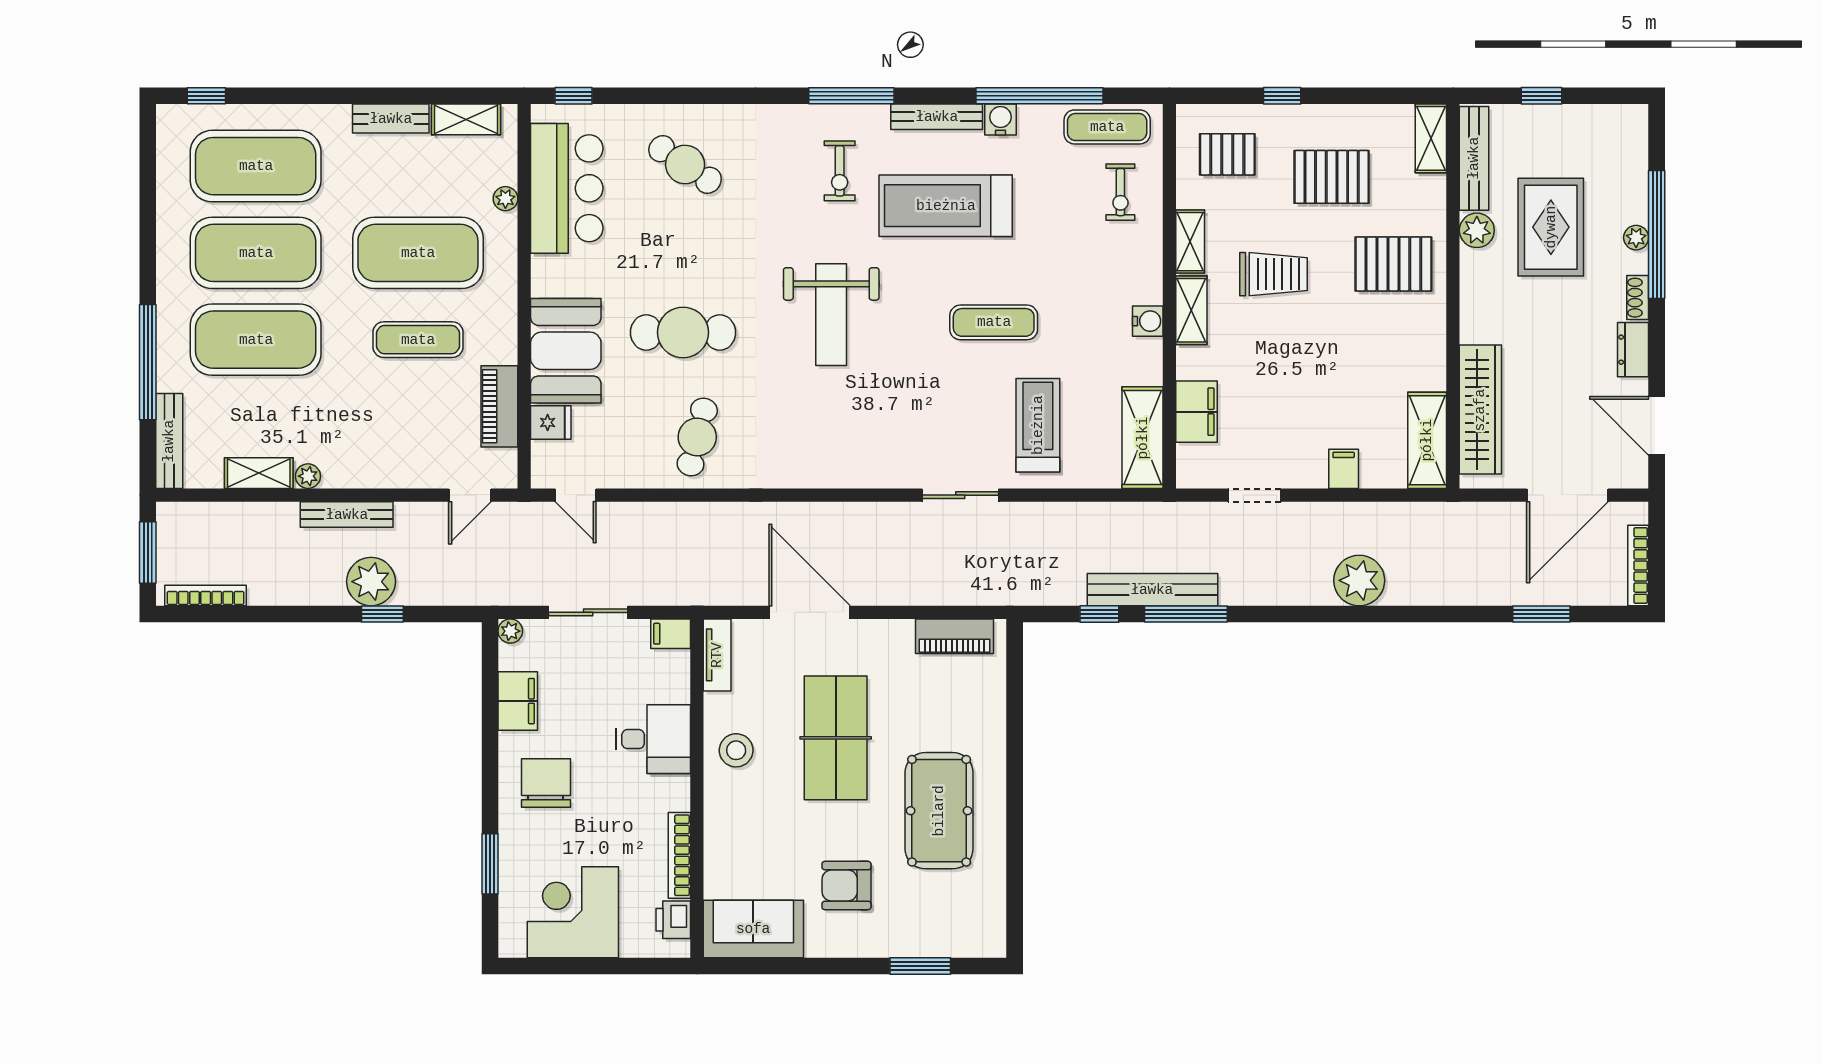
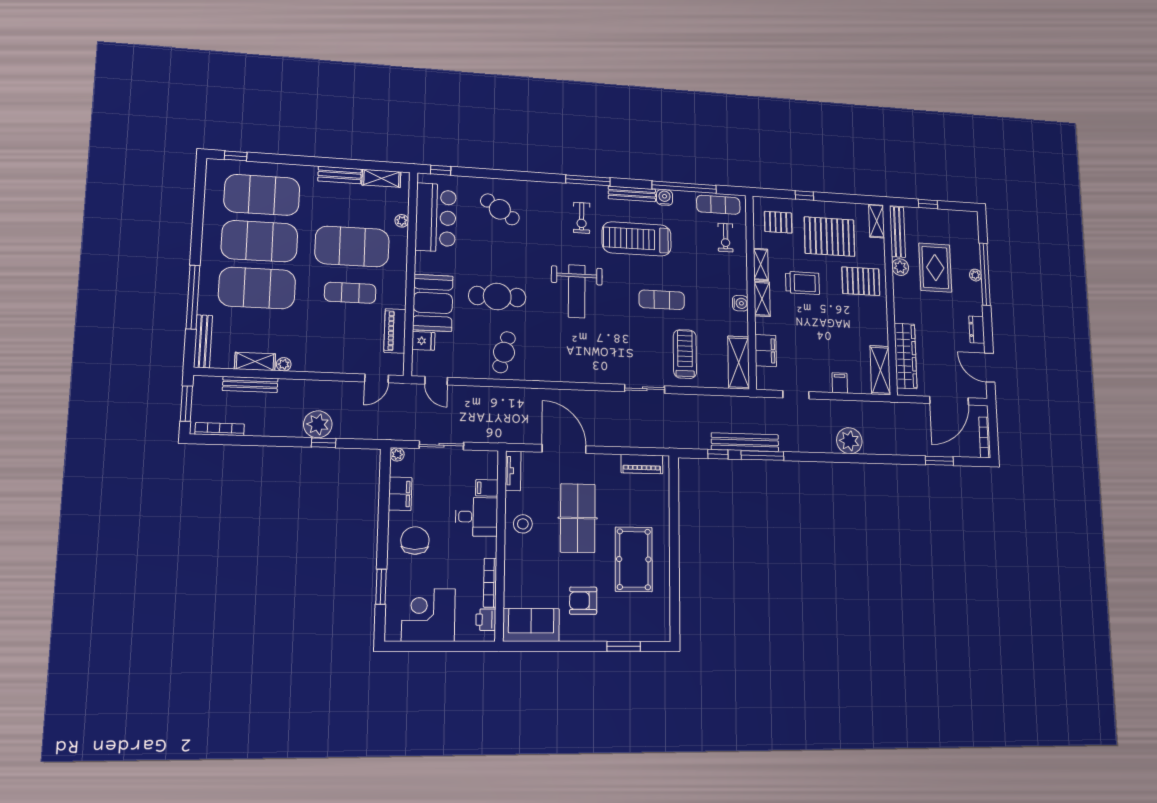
pallet: (1332, 177) -> (829, 237), width x1.37, depth x1.41
shoe rack: (1638, 298) -> (978, 304), removed
bench: (347, 515) -> (250, 384), moved
filing cabinet: (671, 634) -> (487, 488), moved

